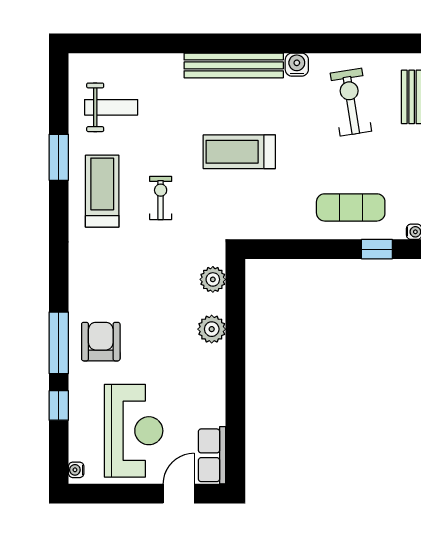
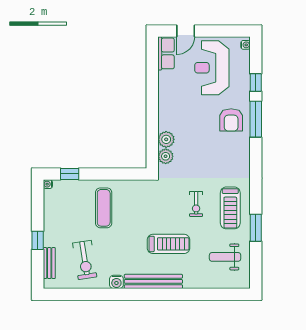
treadmill: (239, 152) -> (169, 244), moved
exercise mat: (351, 207) -> (104, 208), moved, turned 90
plant: (212, 329) -> (166, 139), moved

